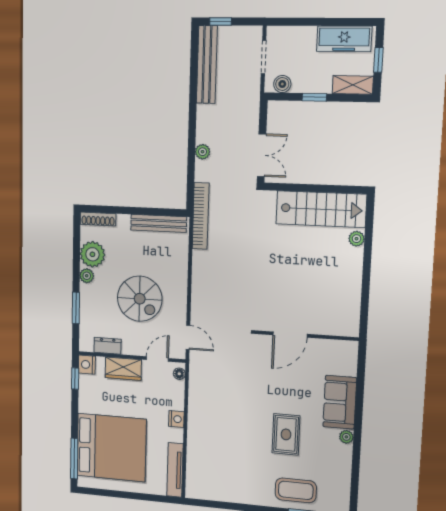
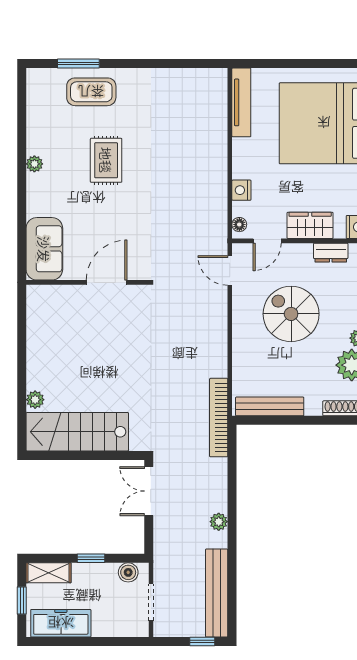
plant: (203, 152) -> (219, 522), moved
sofa: (340, 402) -> (44, 249), moved
nightstand: (176, 419) -> (241, 190), moved

